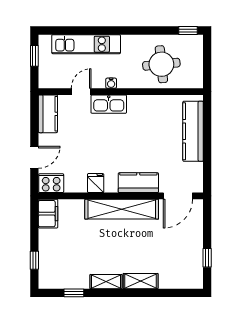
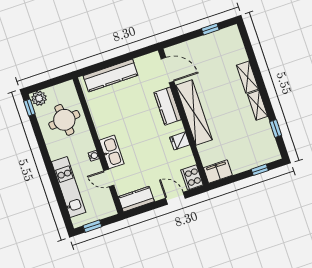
plant: (194, 44) -> (39, 98), added

